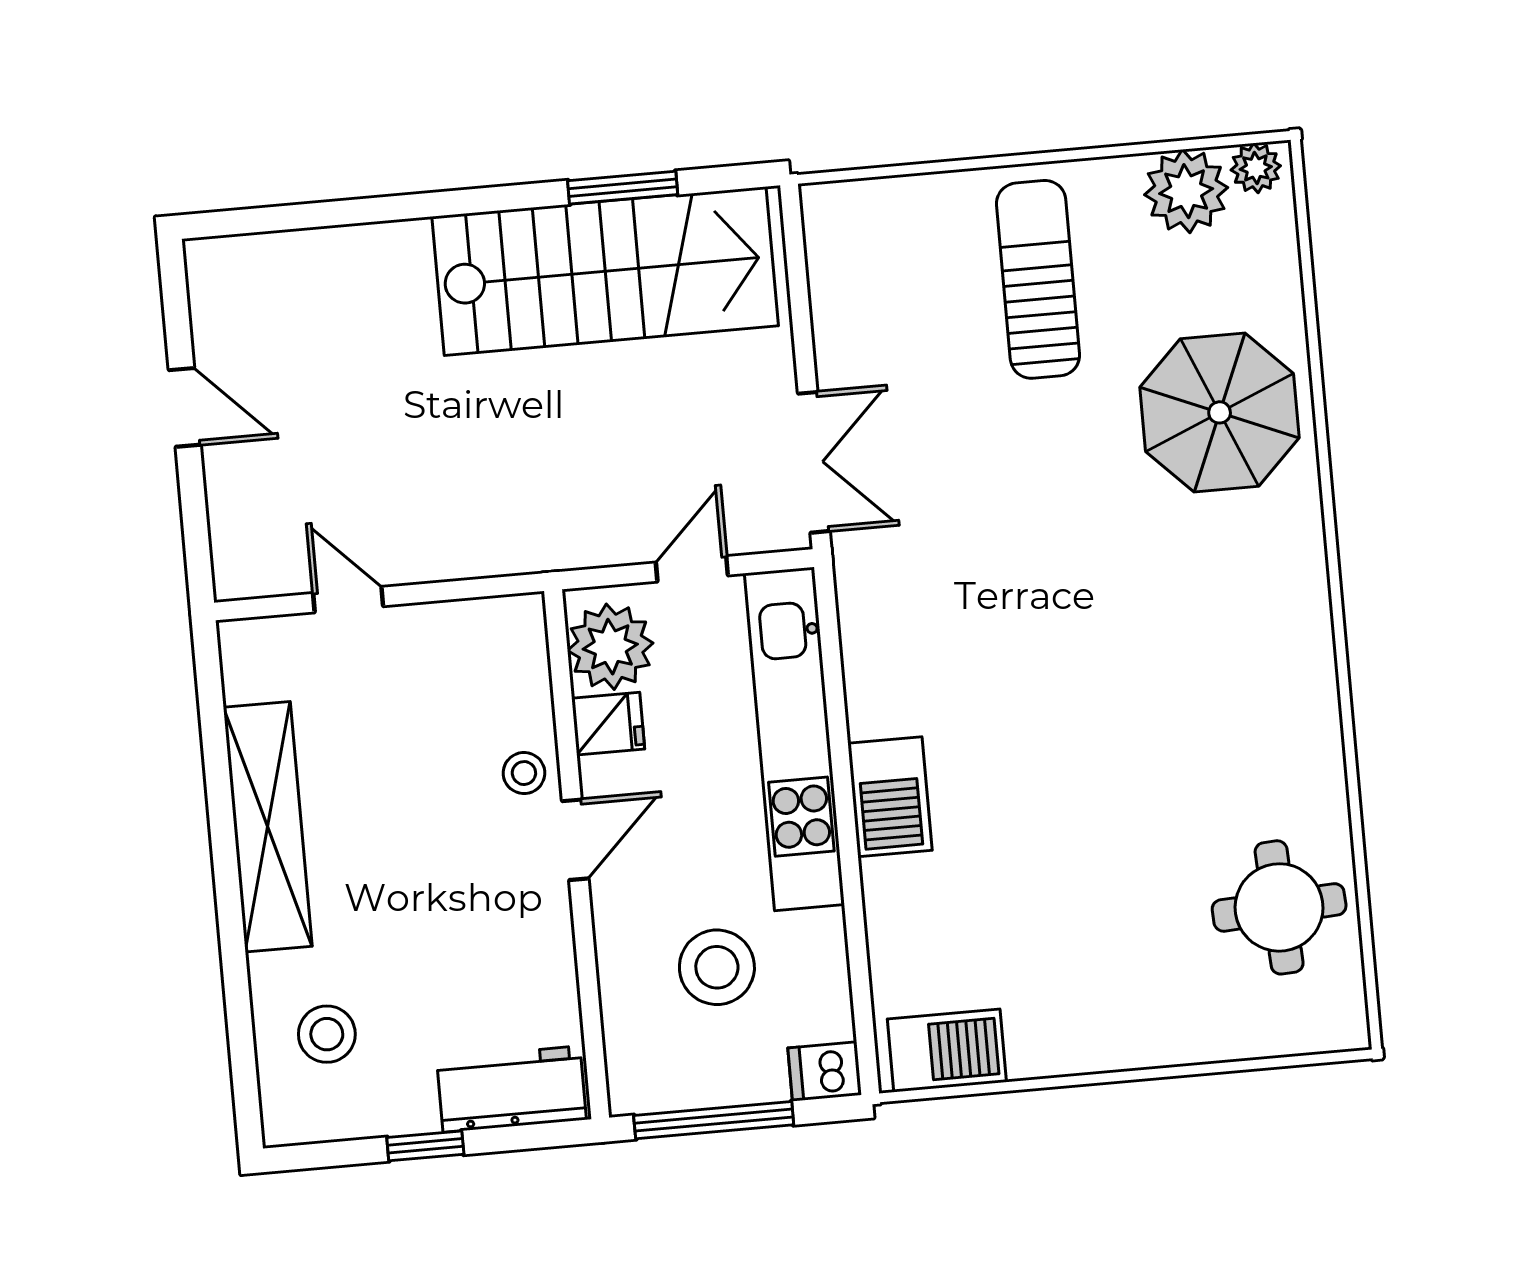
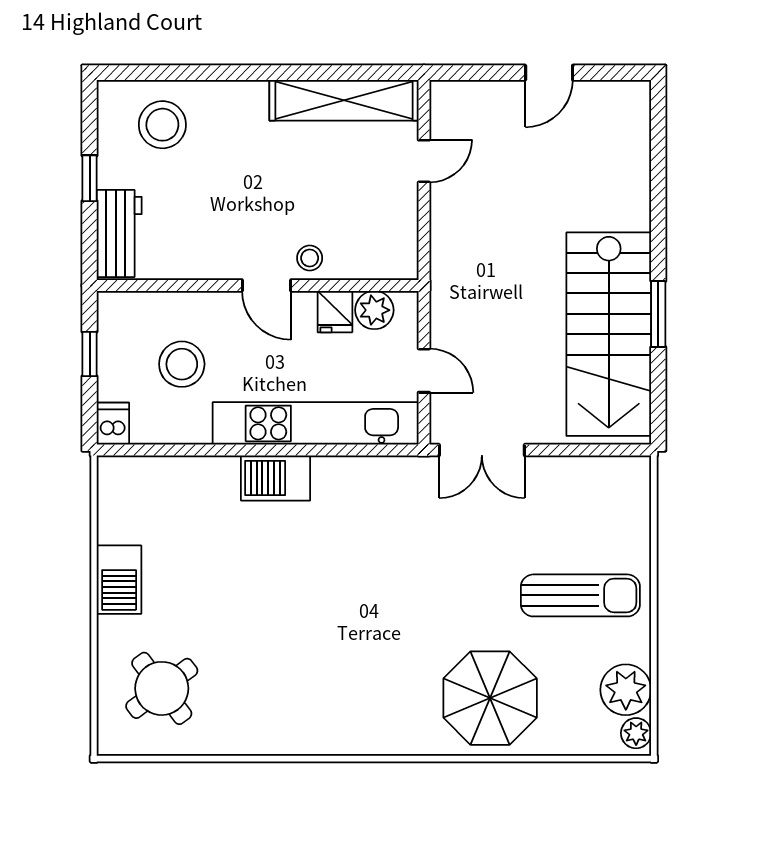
window: (623, 188) -> (658, 314), moved
plant: (610, 647) -> (374, 310), width x0.73, depth x0.73
shelving: (268, 827) -> (344, 100), moved
round table: (1279, 907) -> (162, 688), moved, turned -34
stool: (327, 1034) -> (162, 125), width x1.38, depth x1.38
barbecue: (947, 1051) -> (119, 580), moved
window: (714, 1120) -> (90, 354), width x0.46

